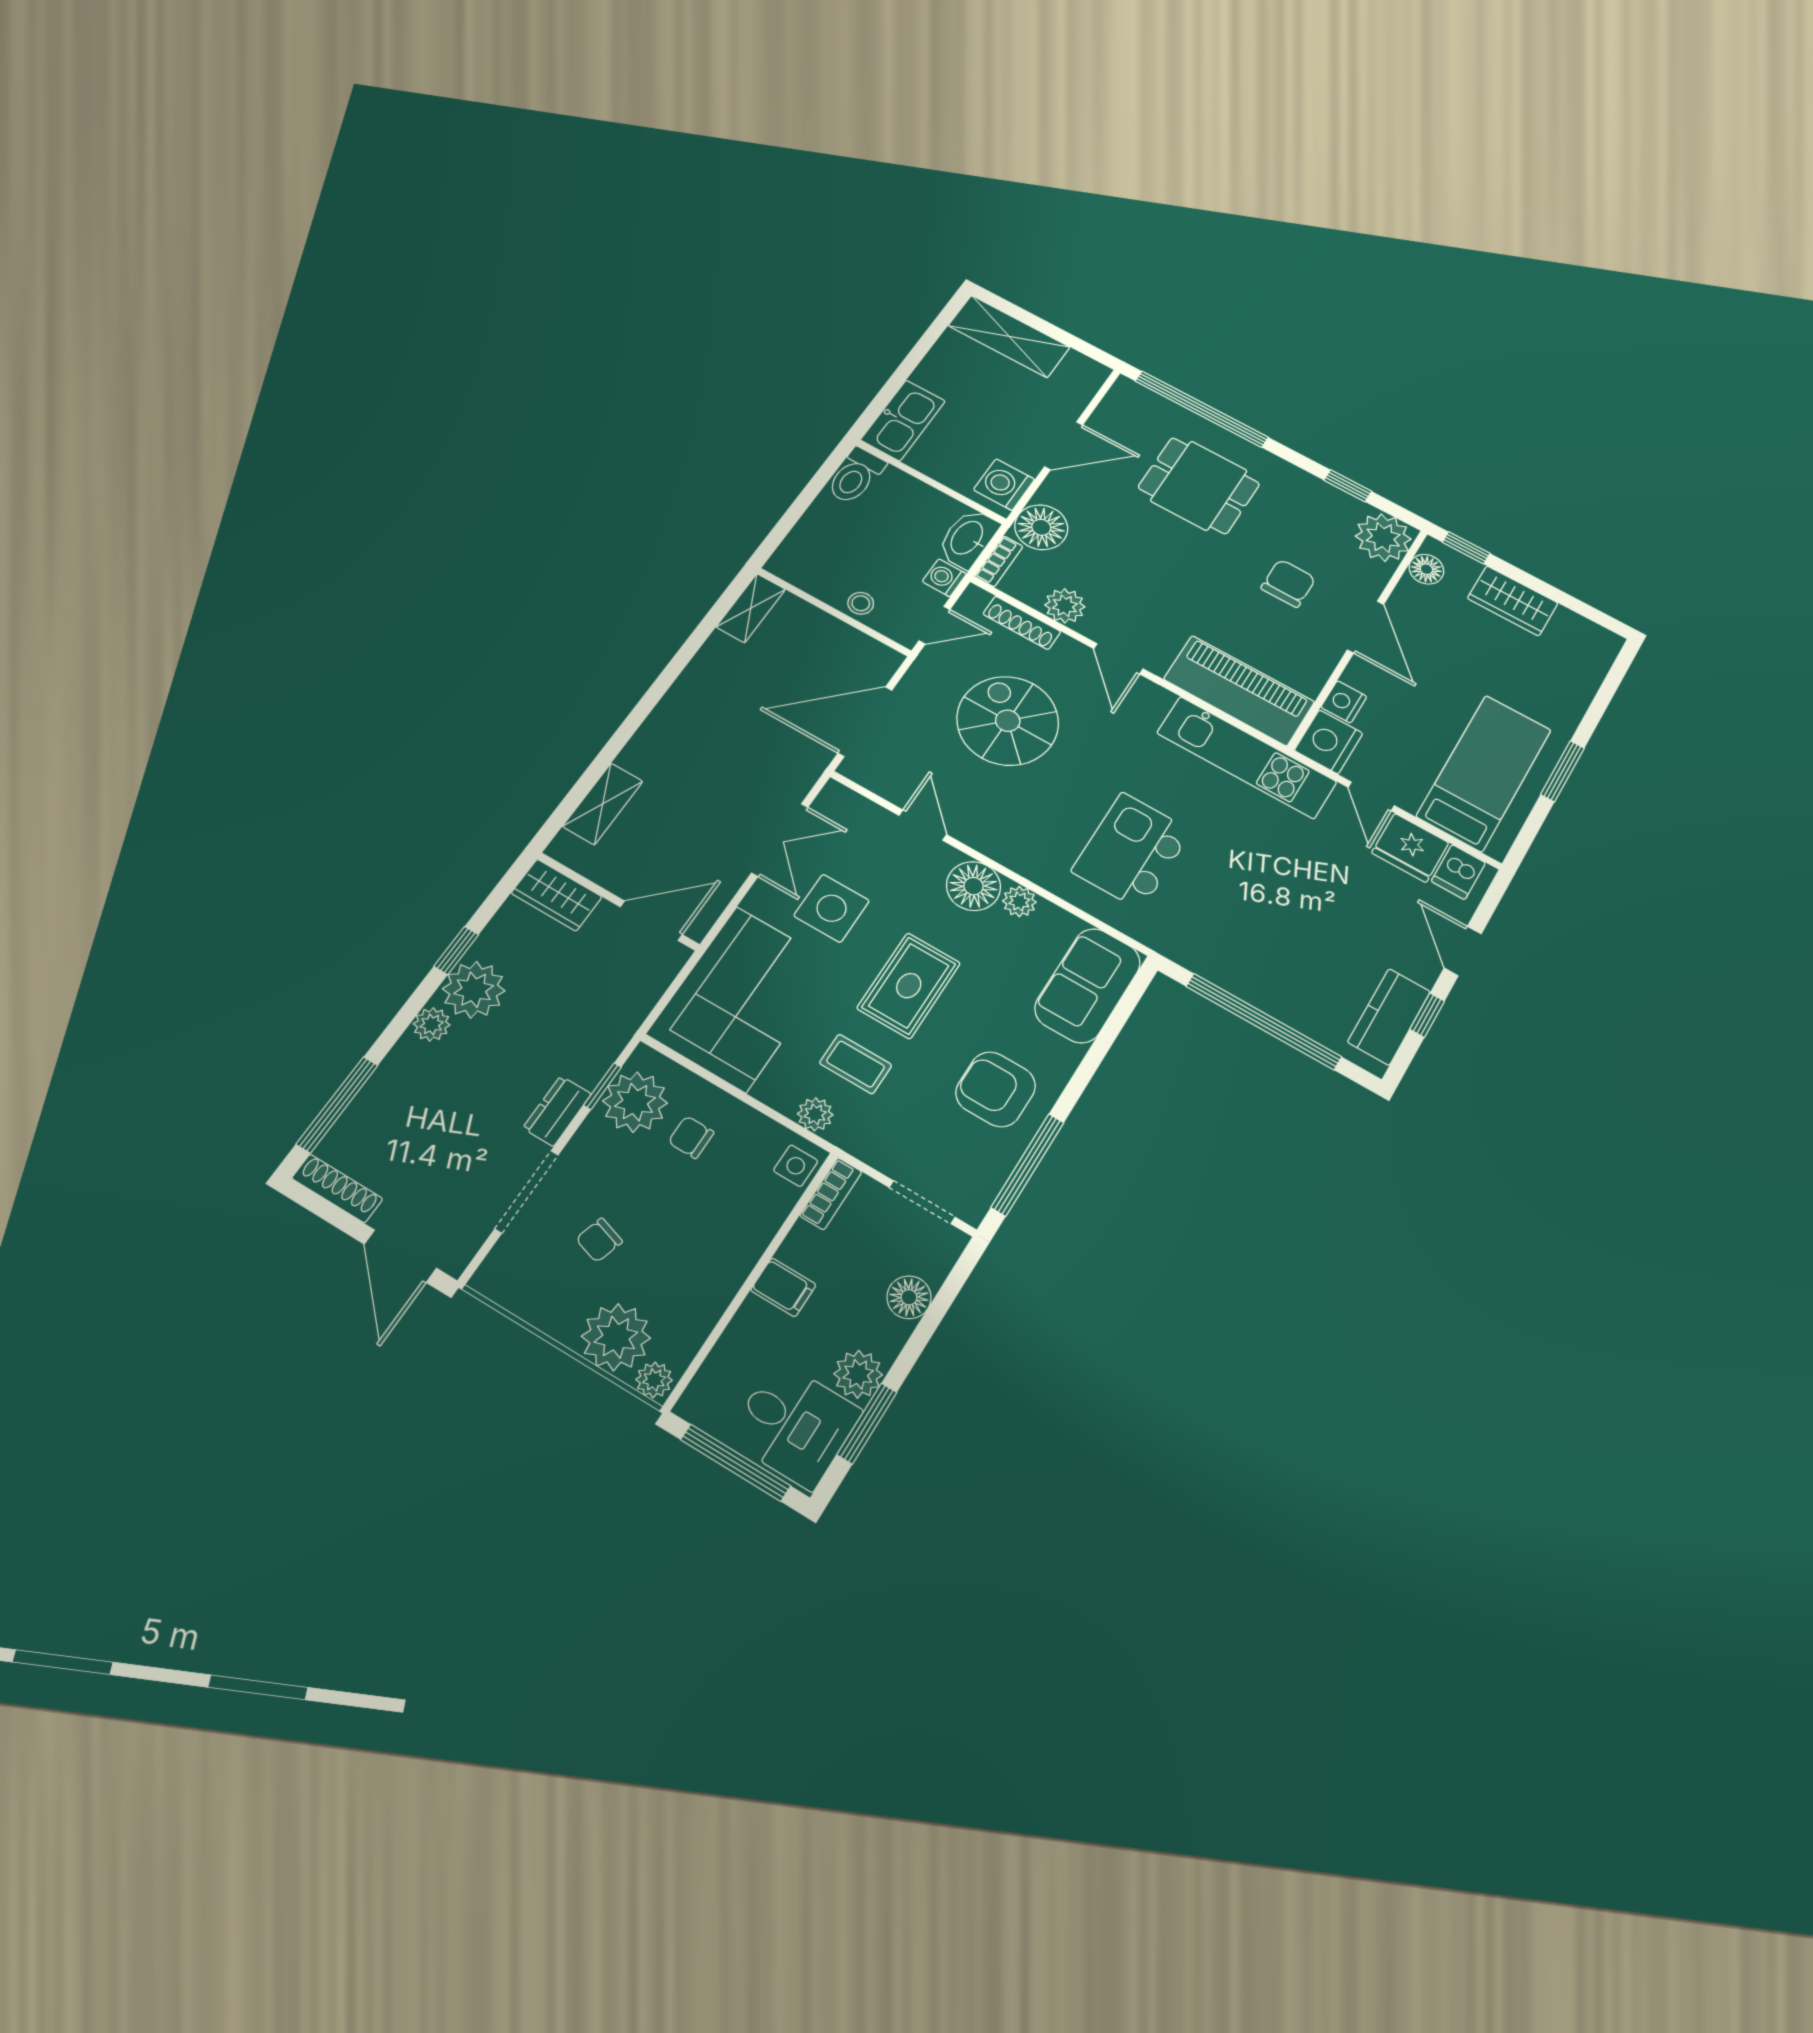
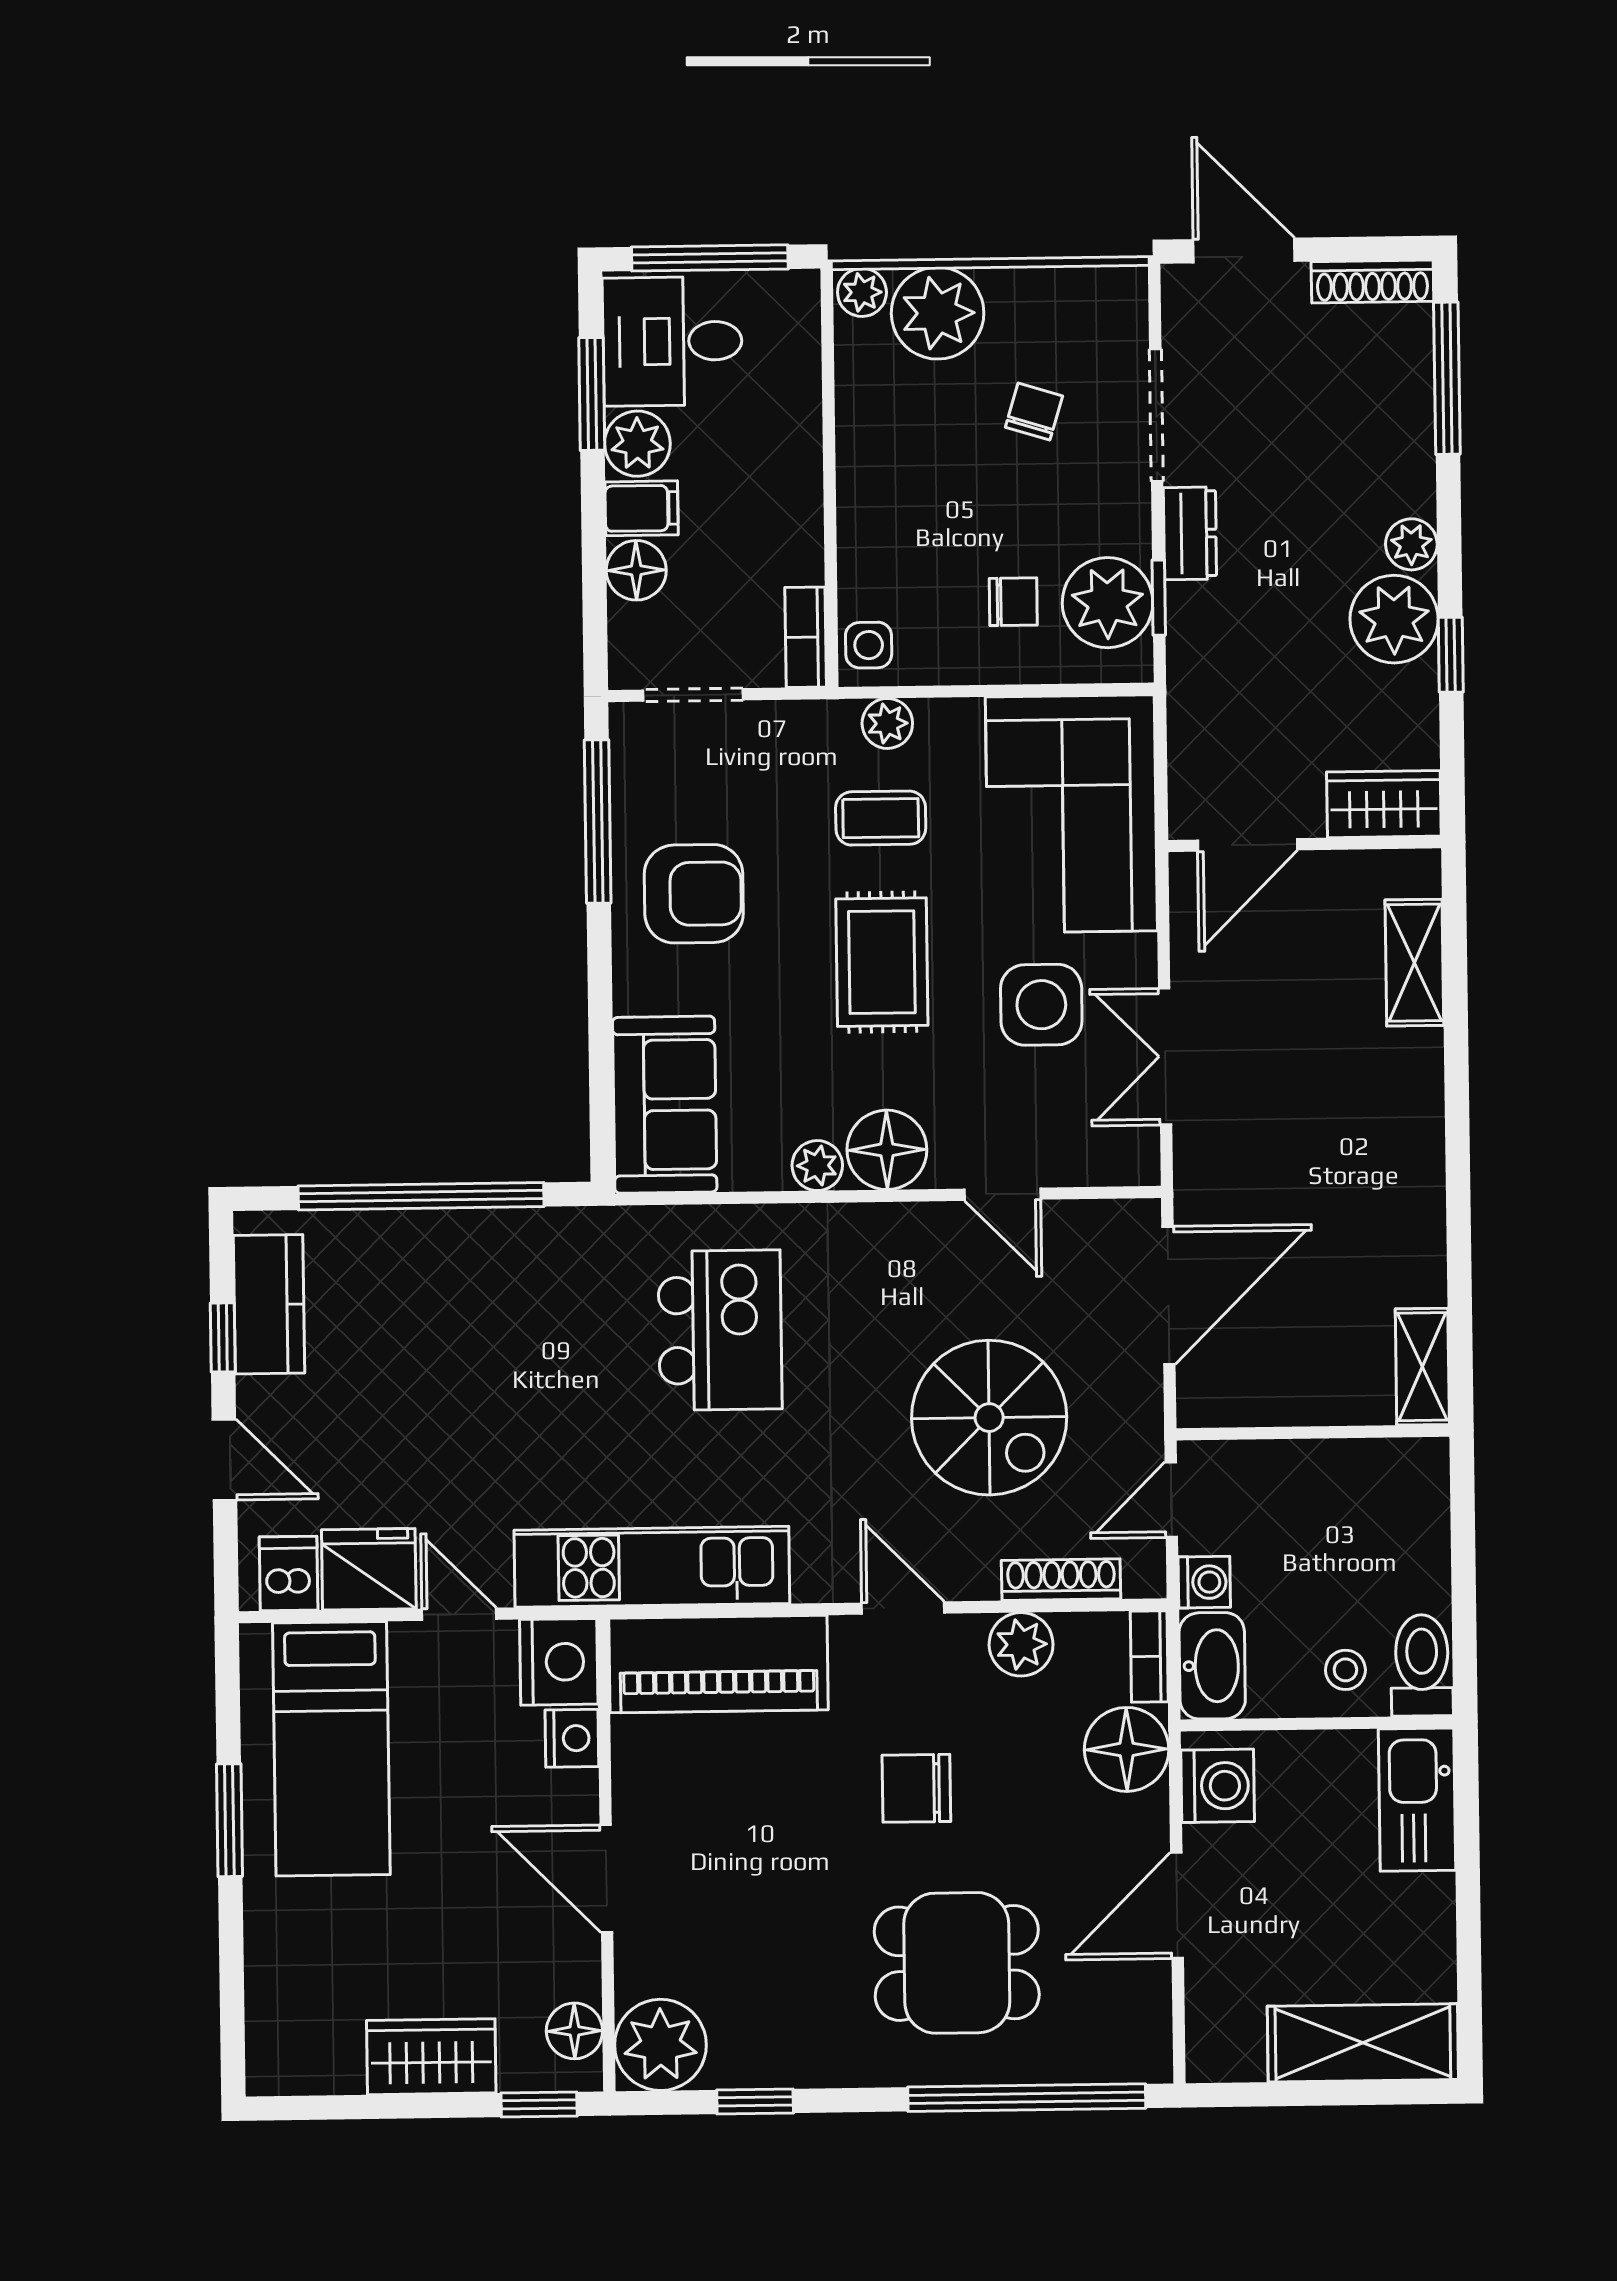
chair: (1288, 583) -> (916, 1788), moved, turned 90
stool: (861, 603) -> (1345, 1670), moved
filing cabinet: (783, 1287) -> (642, 508), moved, turned 180

